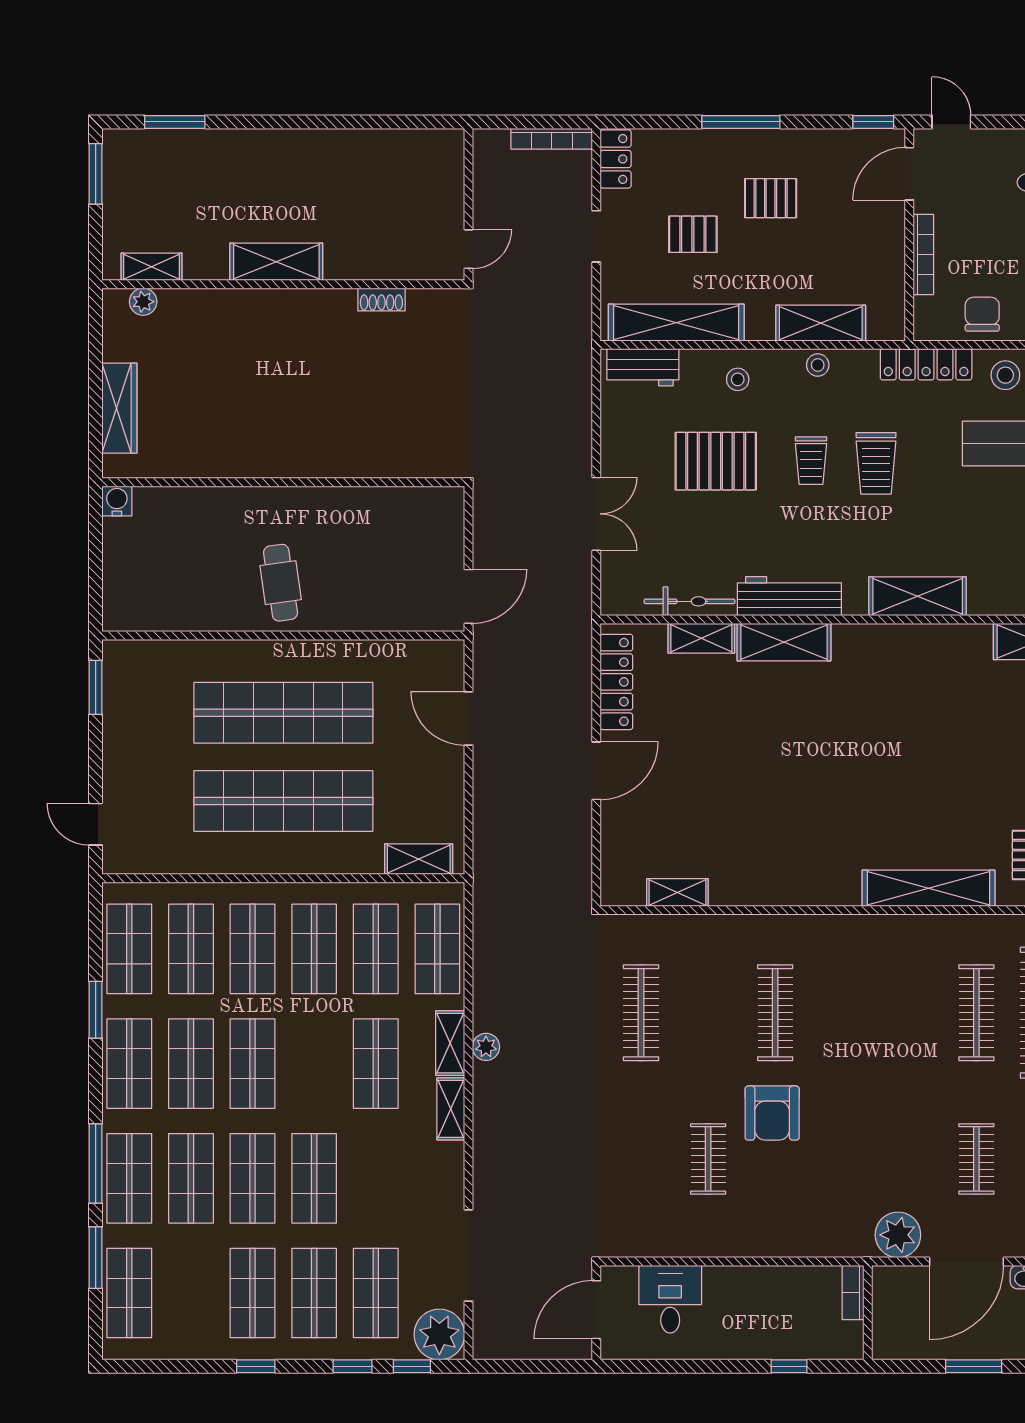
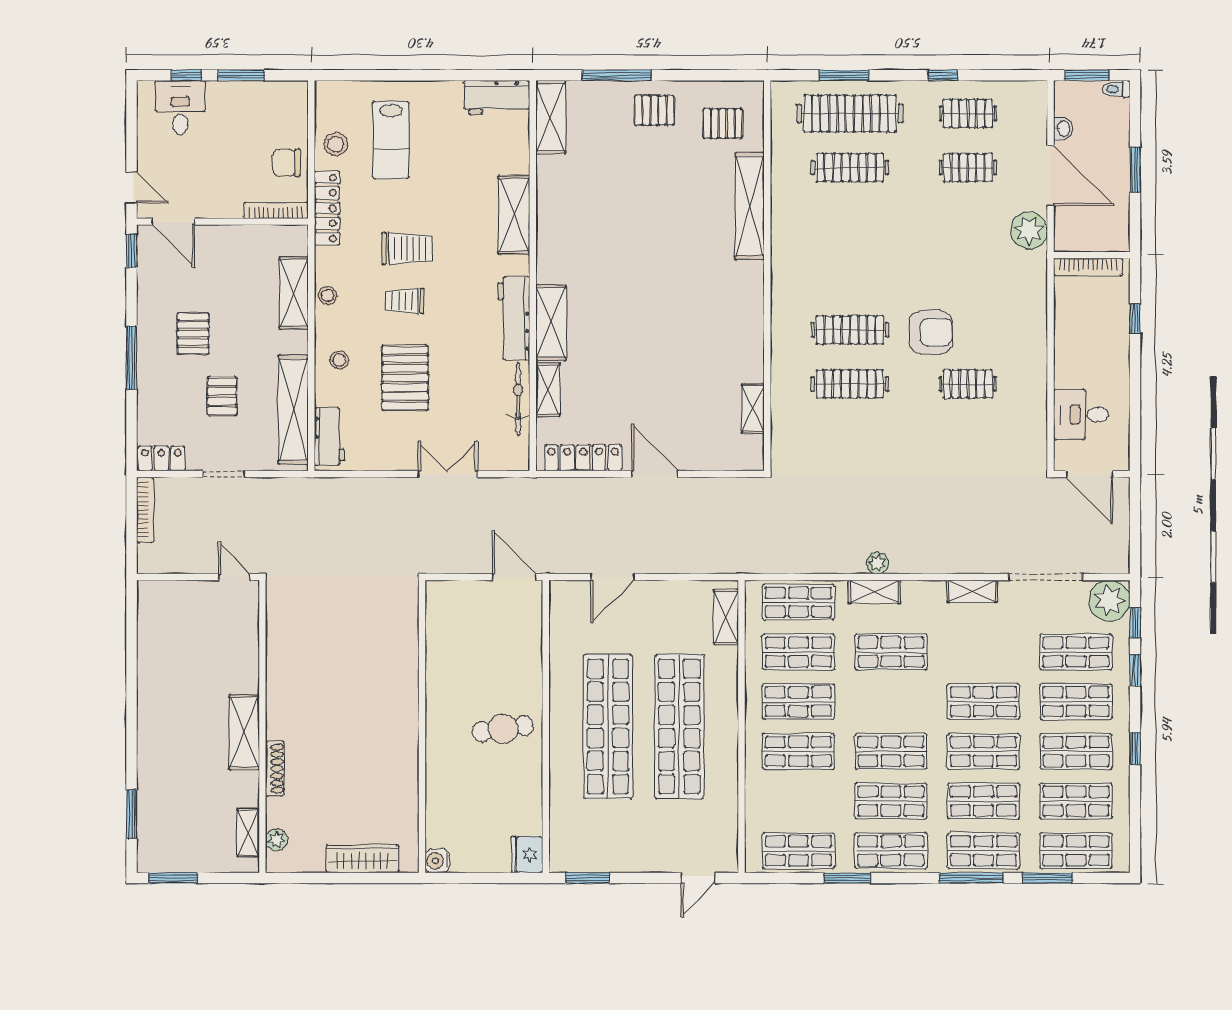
door: (951, 122) -> (132, 188), swing flipped
bookcase: (923, 254) -> (276, 210), moved
shoe rack: (381, 299) -> (275, 769), moved, width x1.43
trolley: (811, 461) -> (405, 301), turned 180
fridge: (124, 612) -> (527, 855), added
shop shelf: (191, 949) -> (1076, 801), moved
clothes rail: (641, 1013) -> (850, 384), moved
shelving: (451, 1109) -> (972, 591), moved
bookcase: (853, 1293) -> (1088, 267), width x1.56

